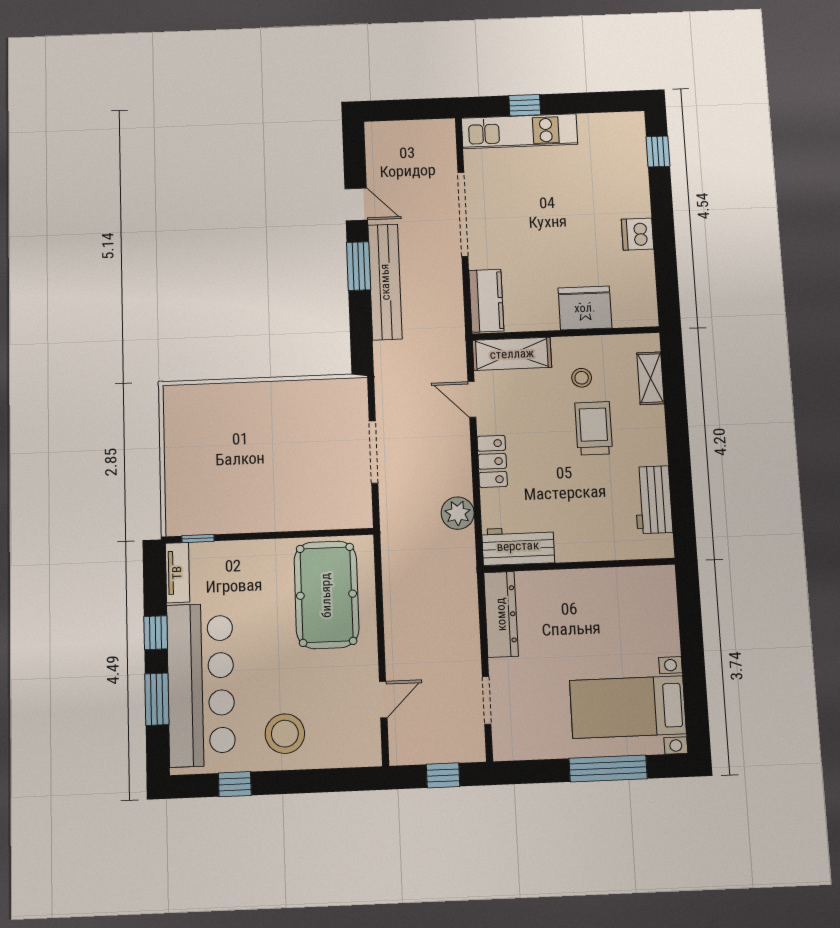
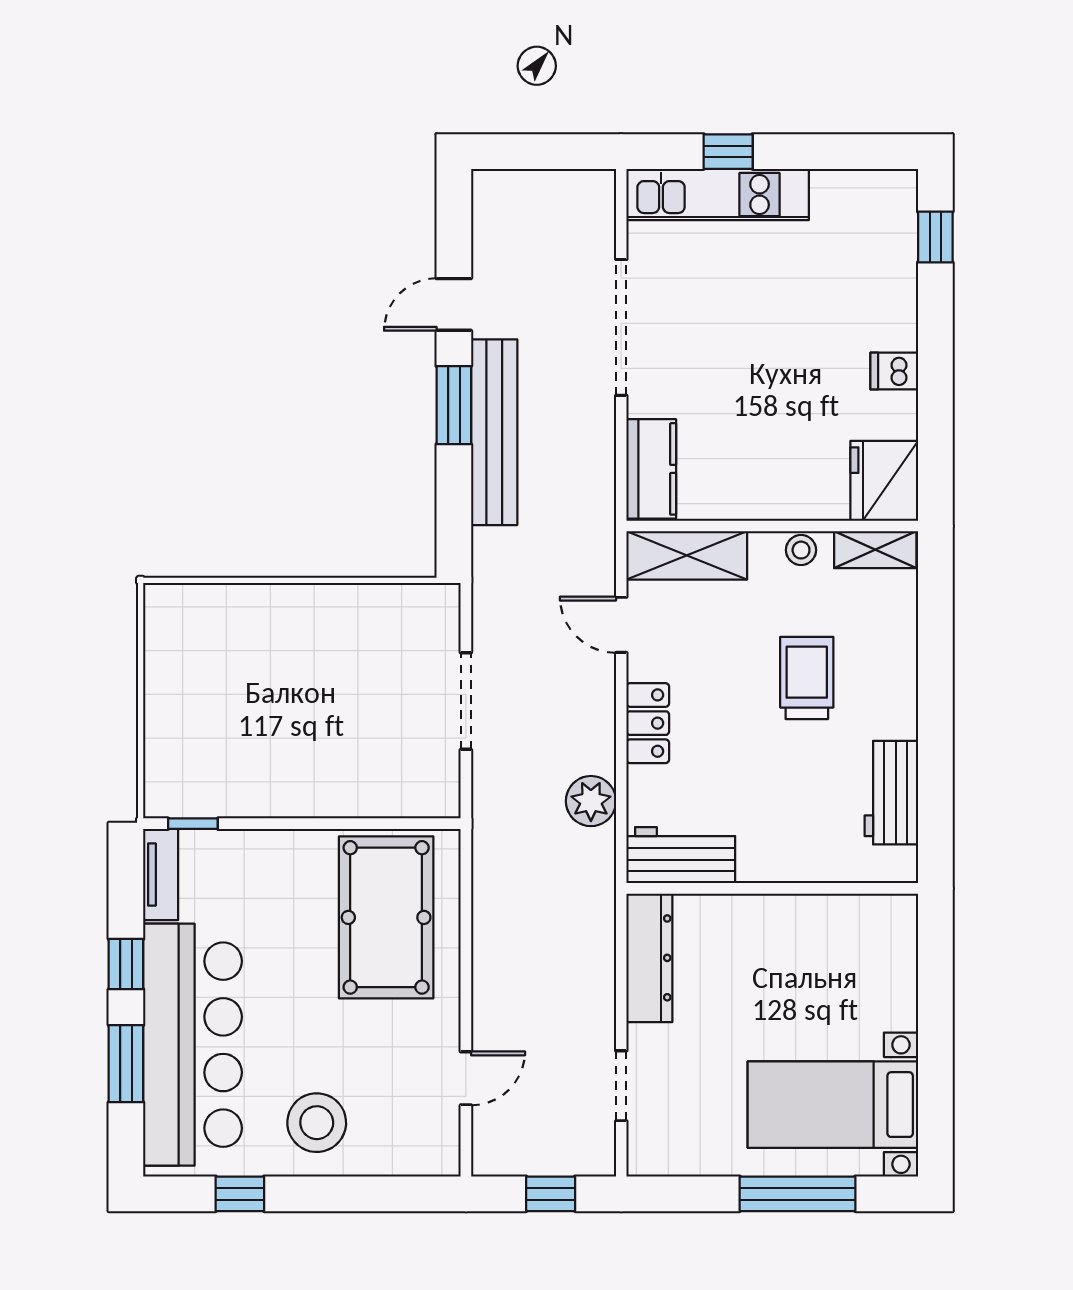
door: (356, 204) -> (454, 304), swing flipped
dishwasher: (637, 234) -> (894, 371), width x0.73
fridge: (585, 308) -> (884, 481), moved, turned -90
stool: (582, 378) -> (801, 550), moved
shelving: (650, 378) -> (875, 550), moved, turned 90

